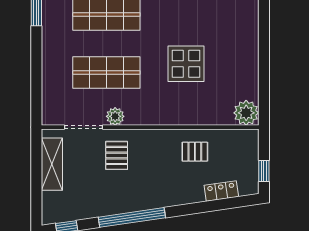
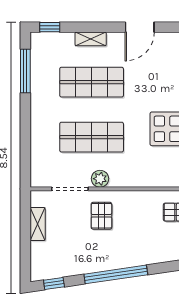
shelving: (52, 164) -> (38, 224), width x0.67, depth x0.75

